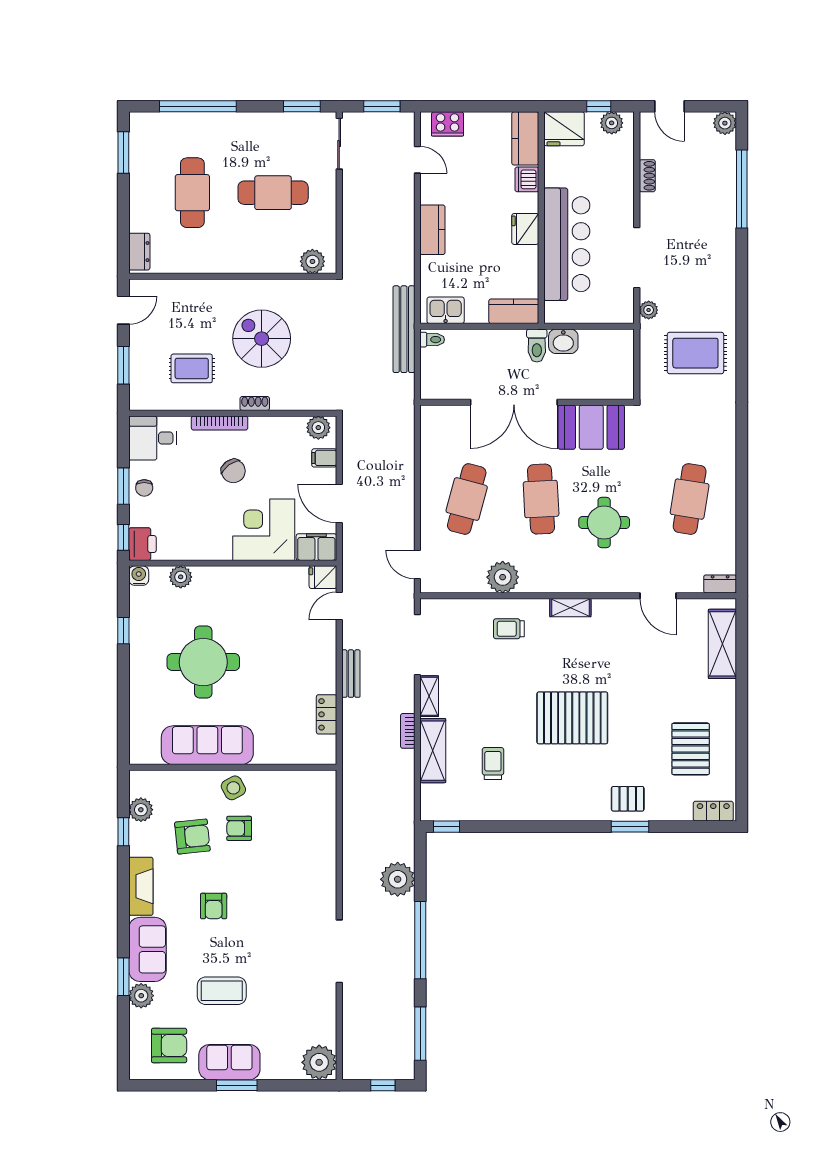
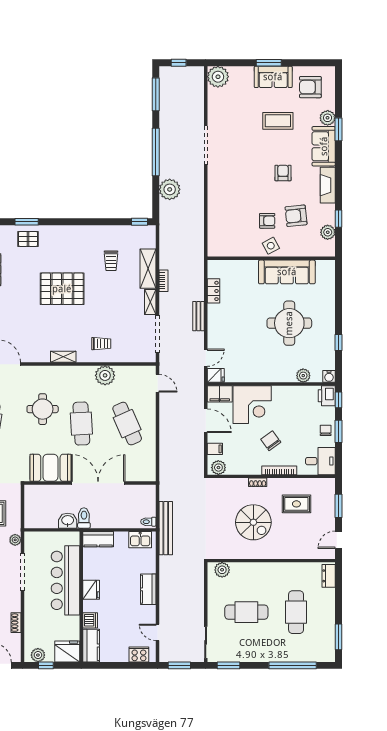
cafe table: (467, 499) -> (127, 424), turned -39

